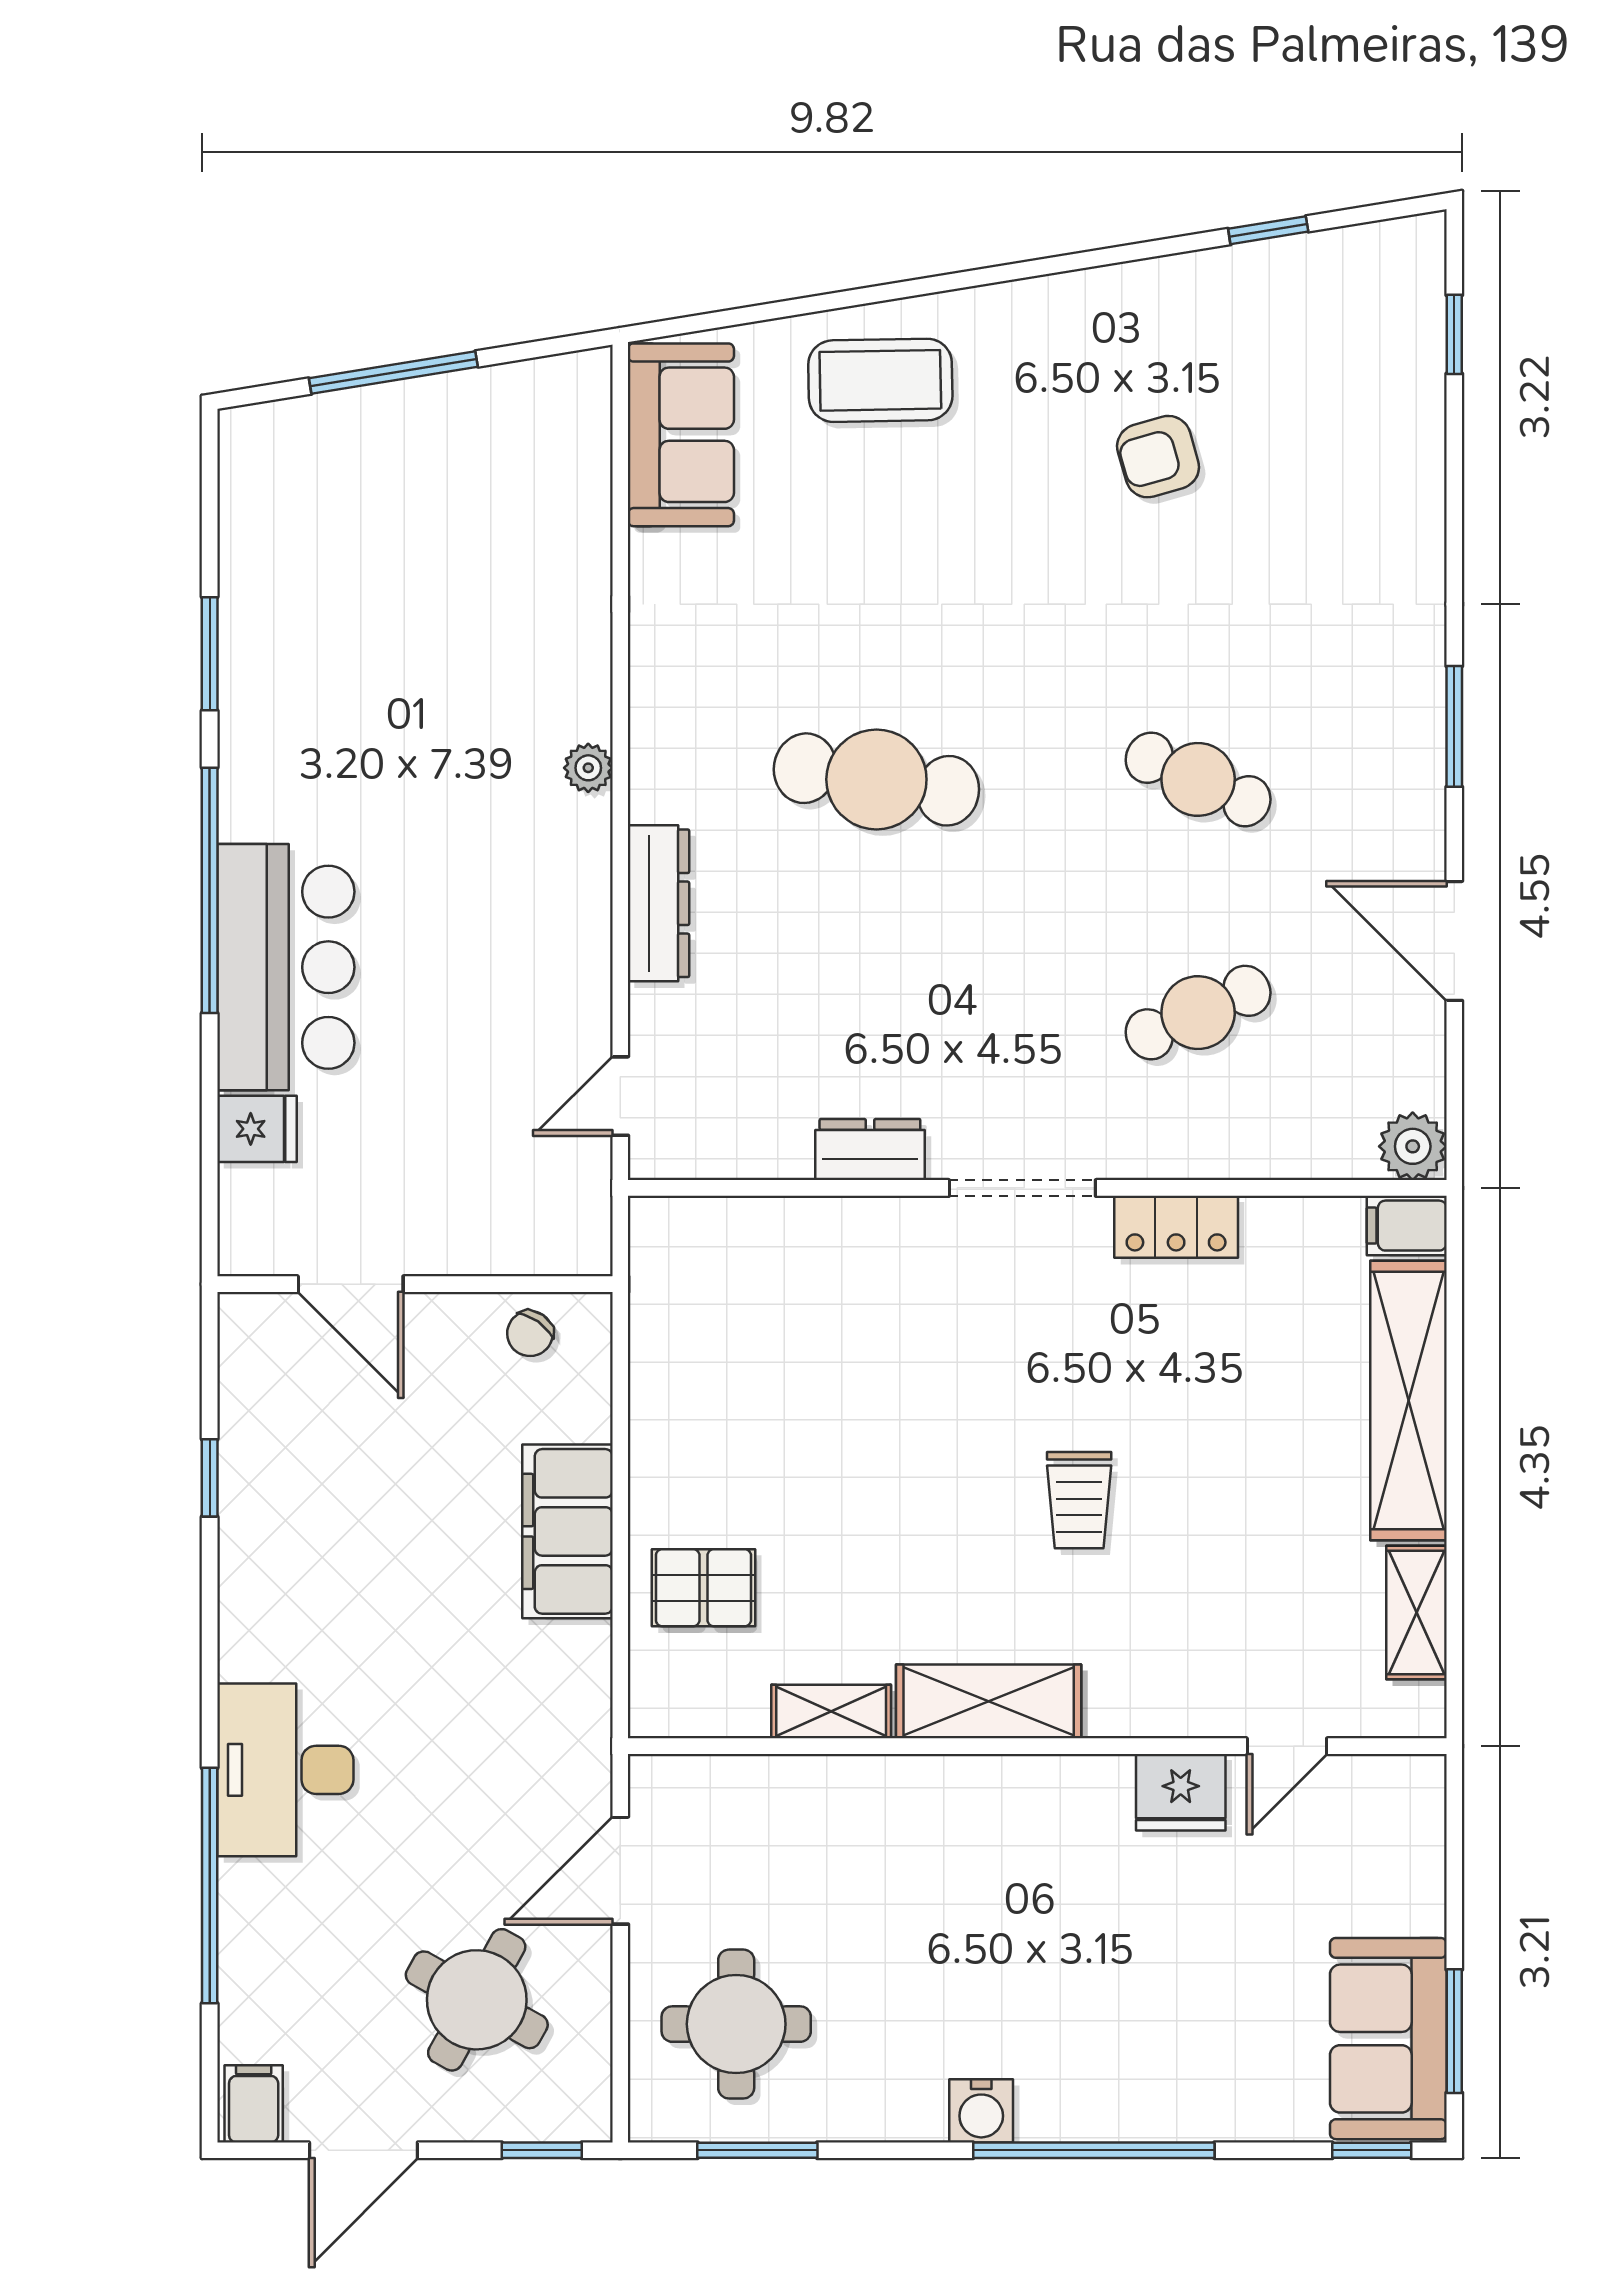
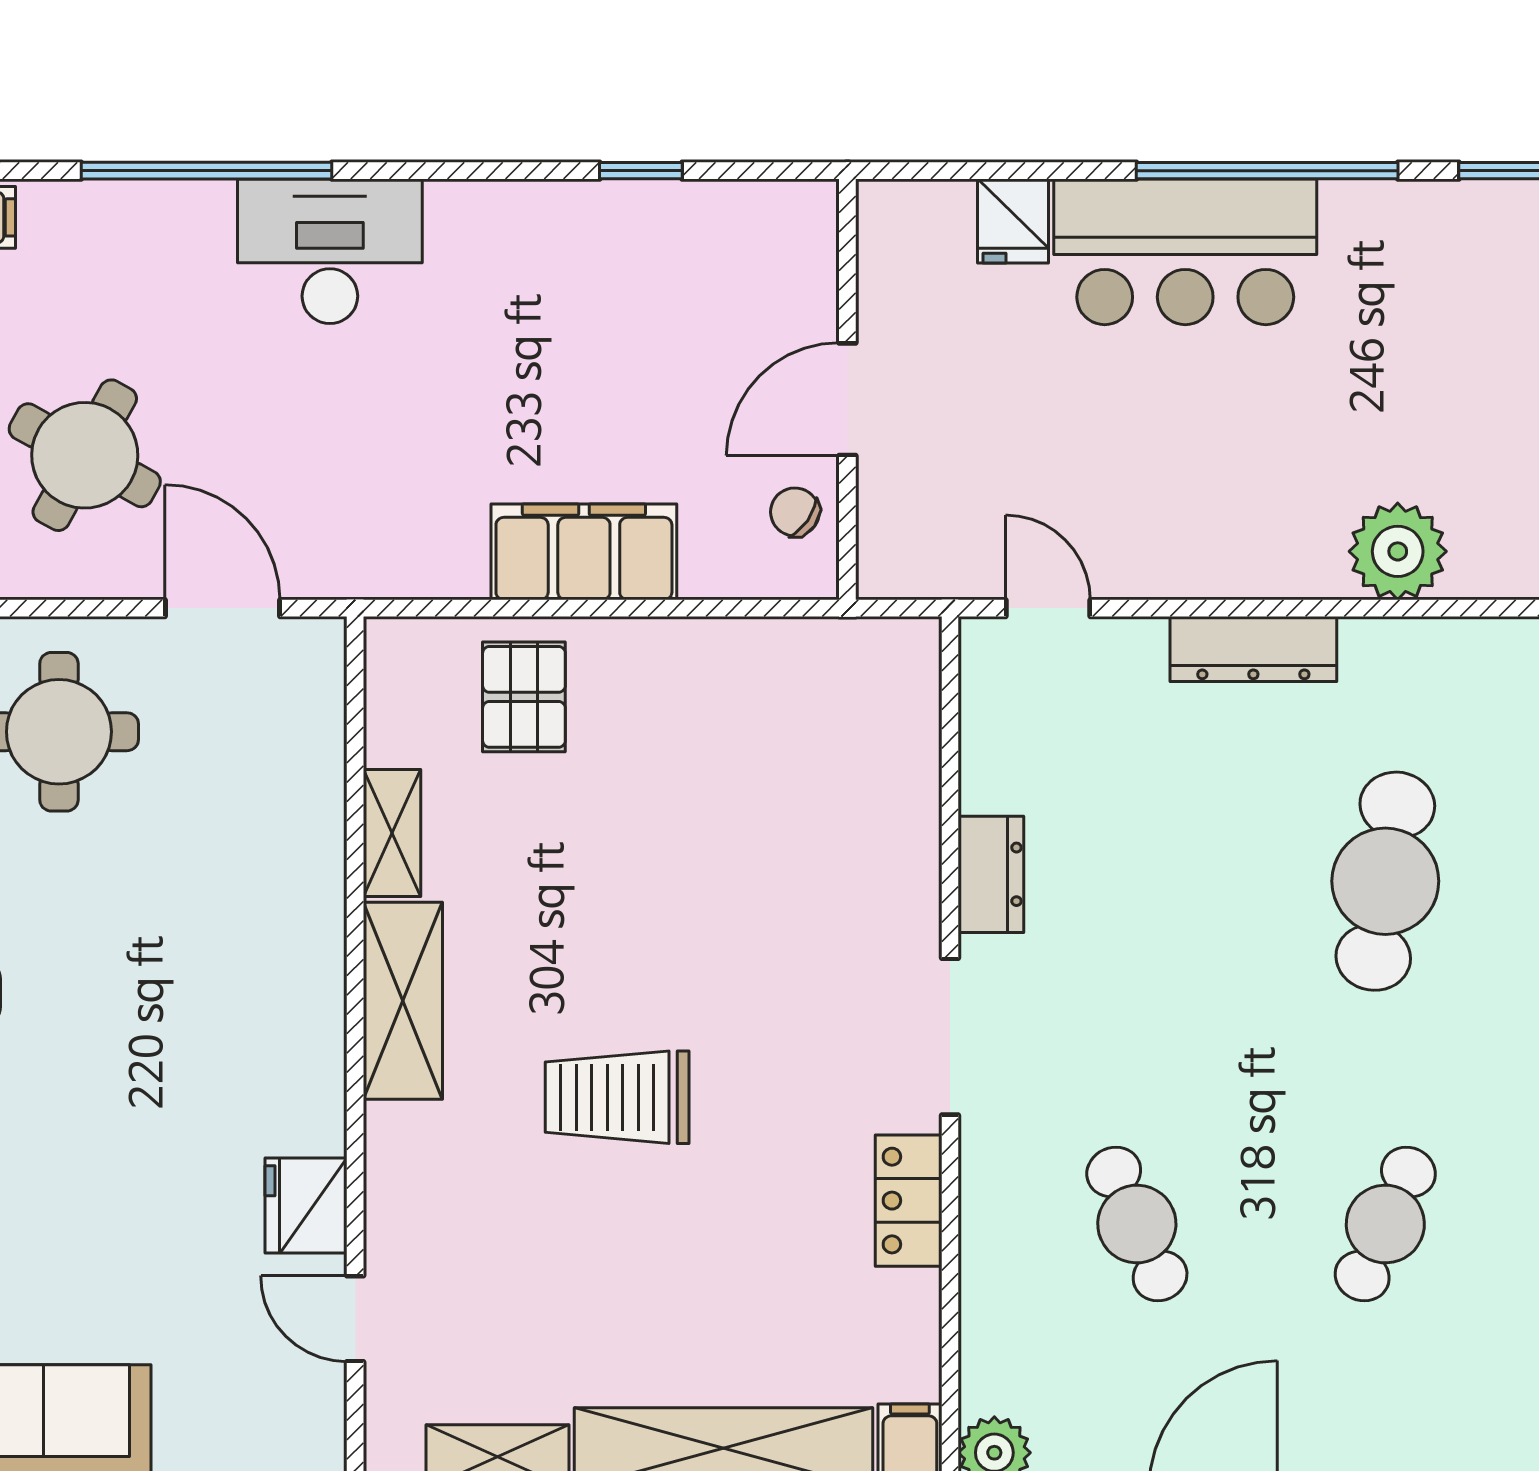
plant: (588, 768) -> (1398, 551), width x1.87, depth x1.87
door: (351, 1284) -> (847, 399), moved
trolley: (1079, 1500) -> (617, 1097), width x1.36, depth x1.39

